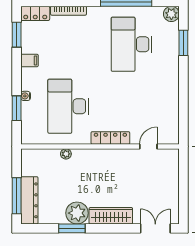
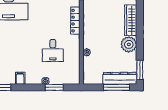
desk: (68, 106) -> (53, 51), width x0.53, depth x0.77
window: (72, 228) -> (140, 70), moved

